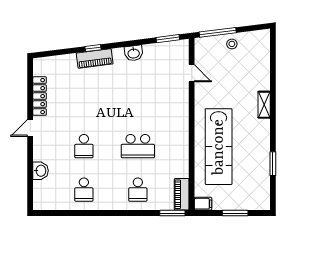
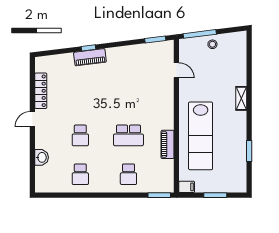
washbasin: (134, 53) -> (125, 52), removed
piano: (182, 194) -> (168, 144), moved

